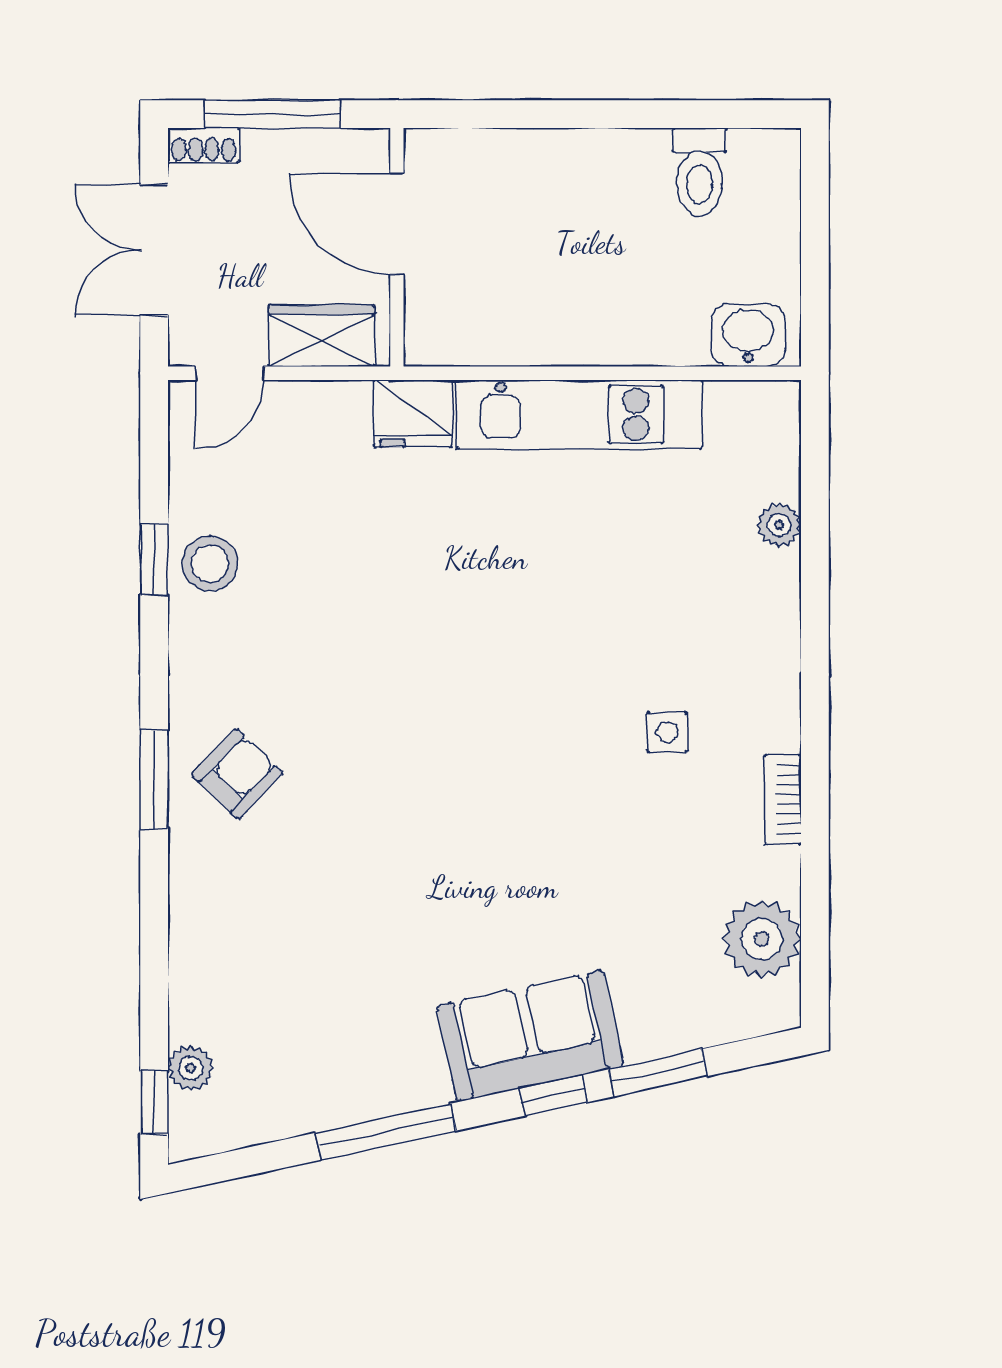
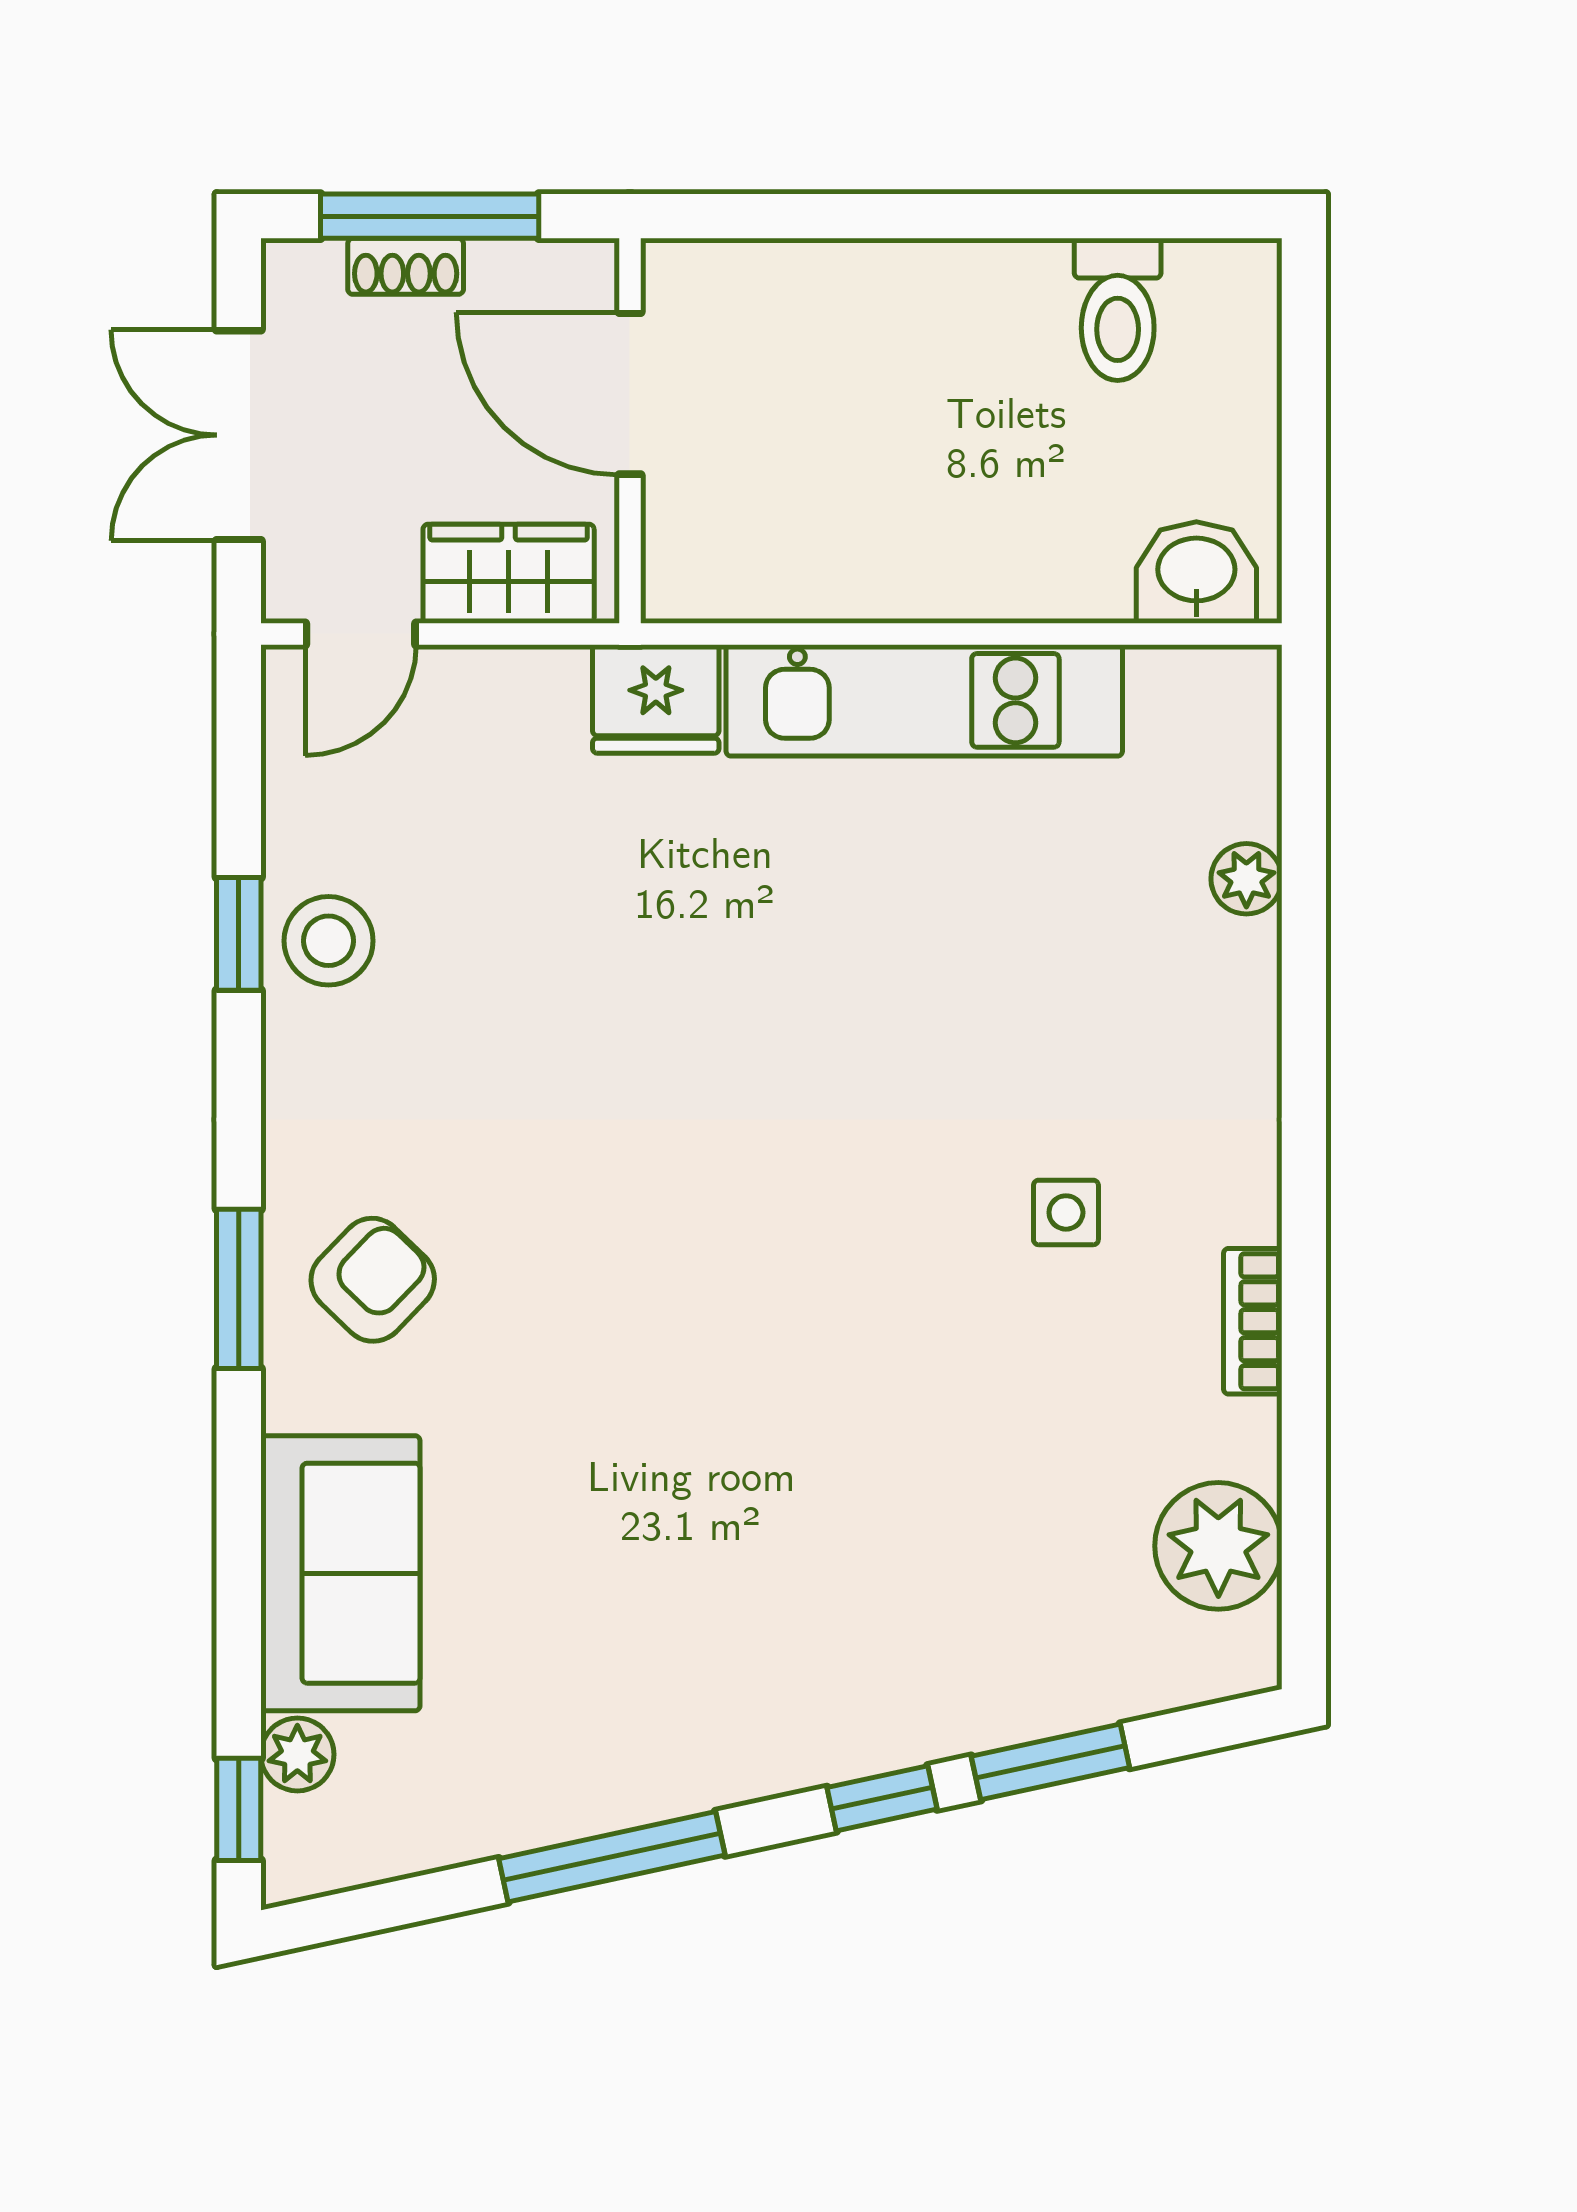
shoe rack: (204, 145) -> (406, 266), moved
sofa: (530, 1036) -> (340, 1573), moved, turned 102

